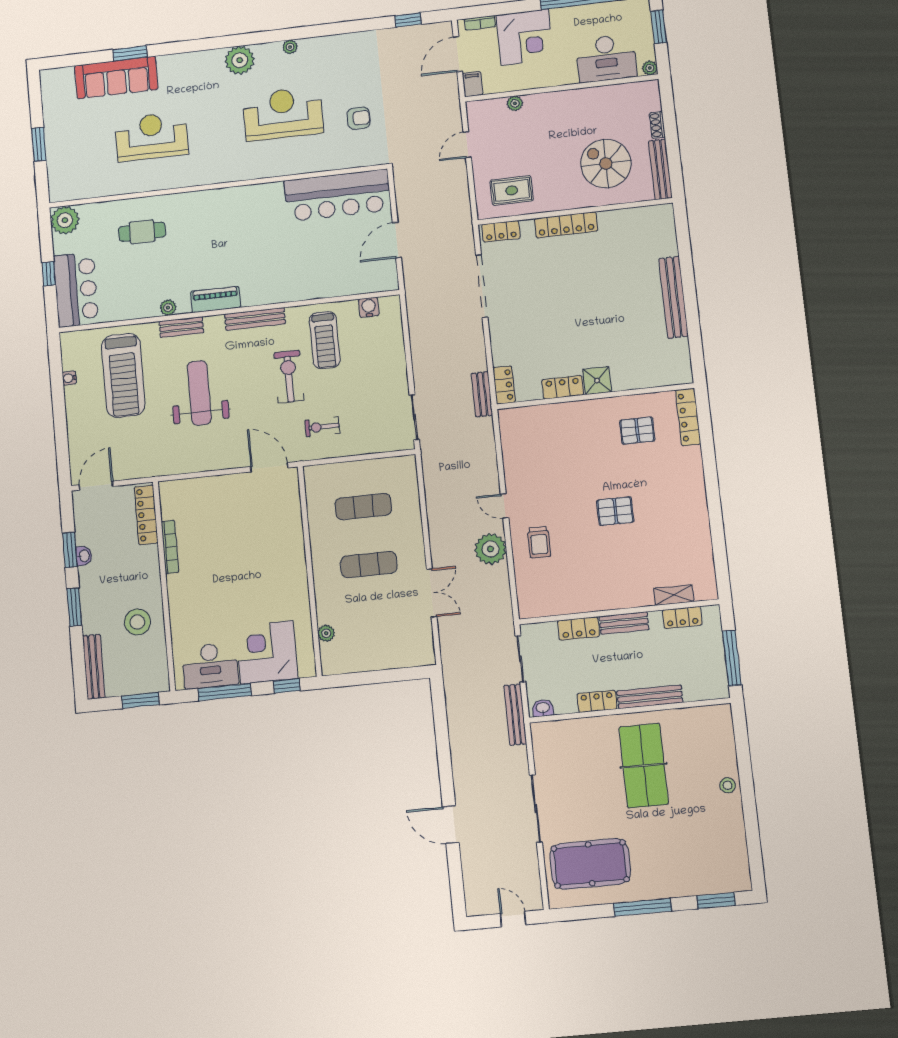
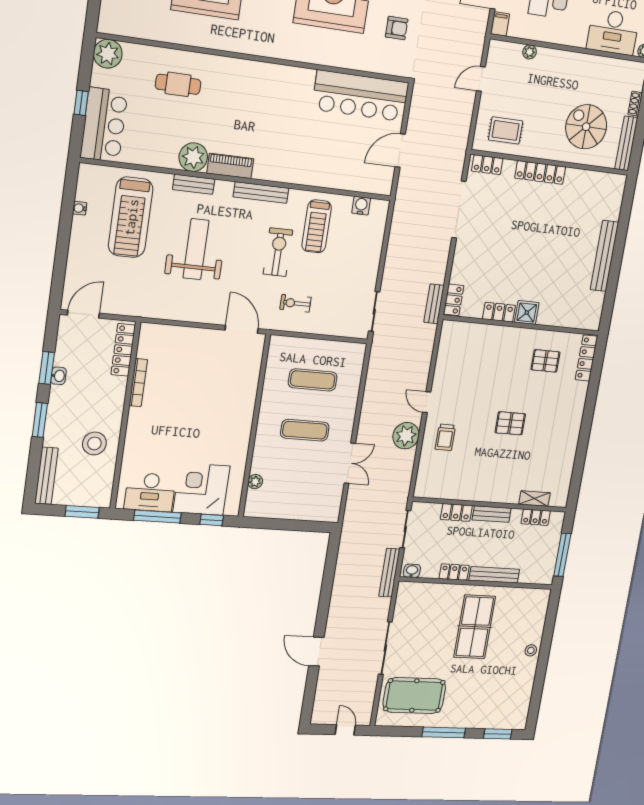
plant: (168, 308) -> (193, 157), width x1.88, depth x1.88

